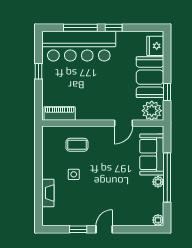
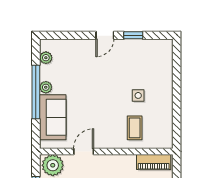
coffee table: (77, 145) -> (135, 128), turned 90
fireplace: (48, 193) -> (166, 75), removed
plant: (158, 220) -> (46, 58), moved

